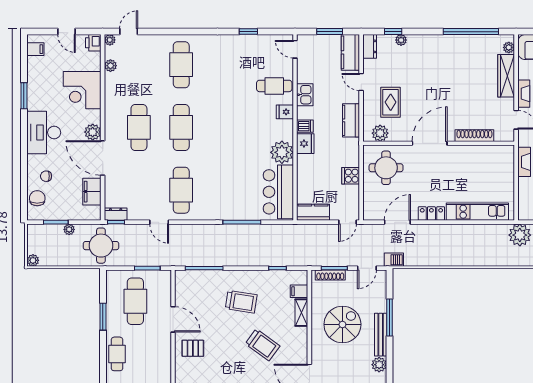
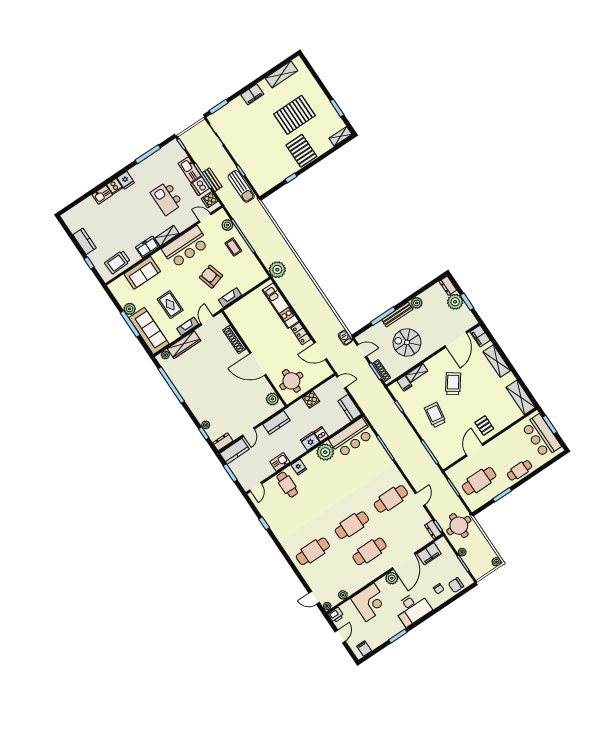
rug: (391, 102) -> (249, 405), removed
dishwasher: (305, 126) -> (321, 434), moved

